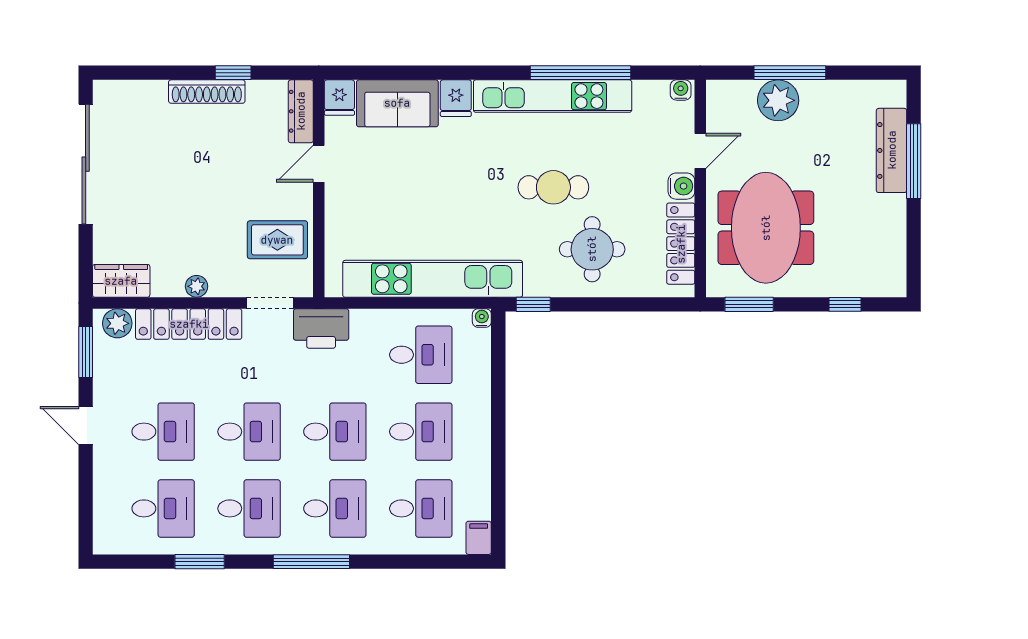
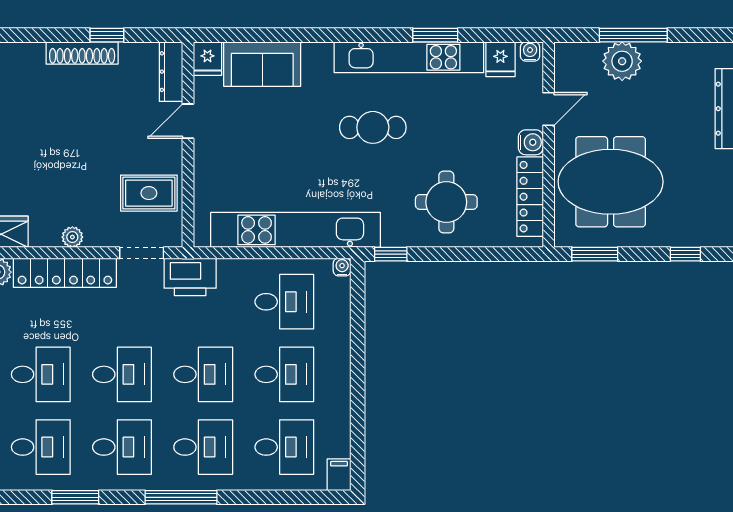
window: (580, 73) -> (435, 35), width x0.47
fridge: (456, 98) -> (500, 59), moved
cafe table: (553, 187) -> (373, 127), moved
meeting table: (766, 228) -> (611, 182), turned 90

